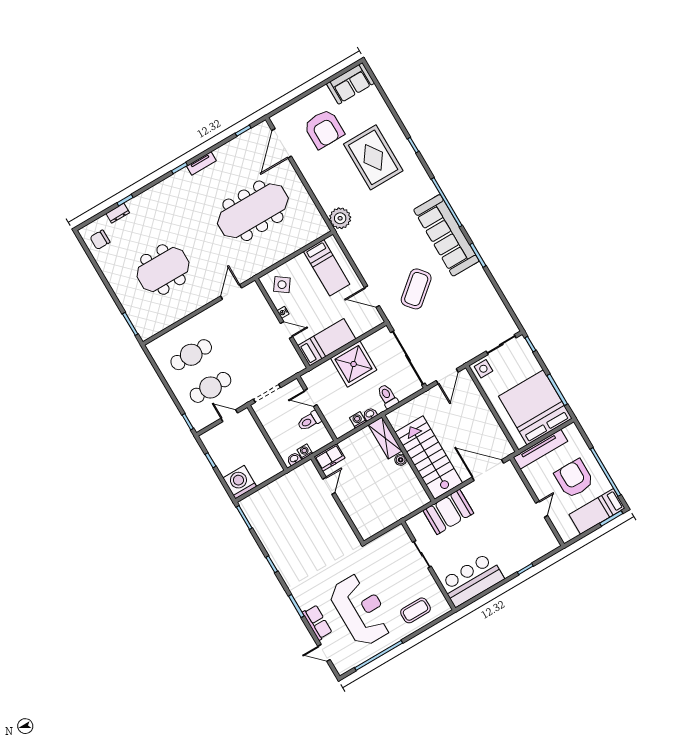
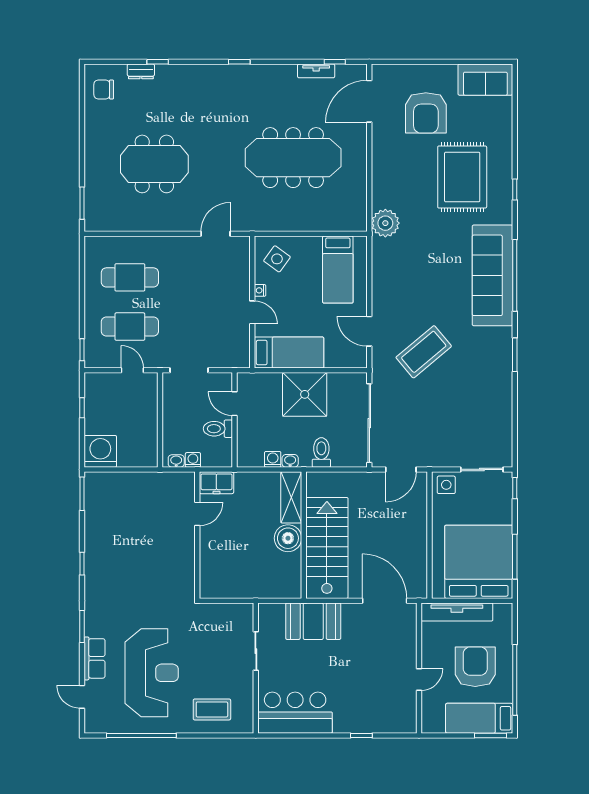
tv unit: (201, 163) -> (316, 71), moved
sofa: (446, 235) -> (492, 275), moved
boiler: (401, 460) -> (288, 538), width x1.86, depth x1.86

